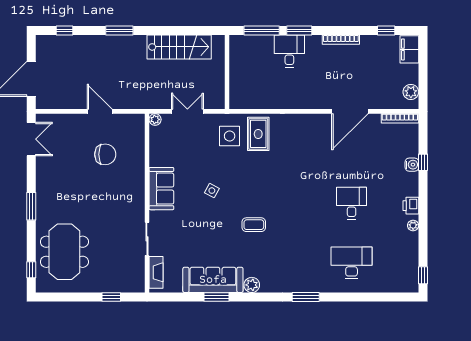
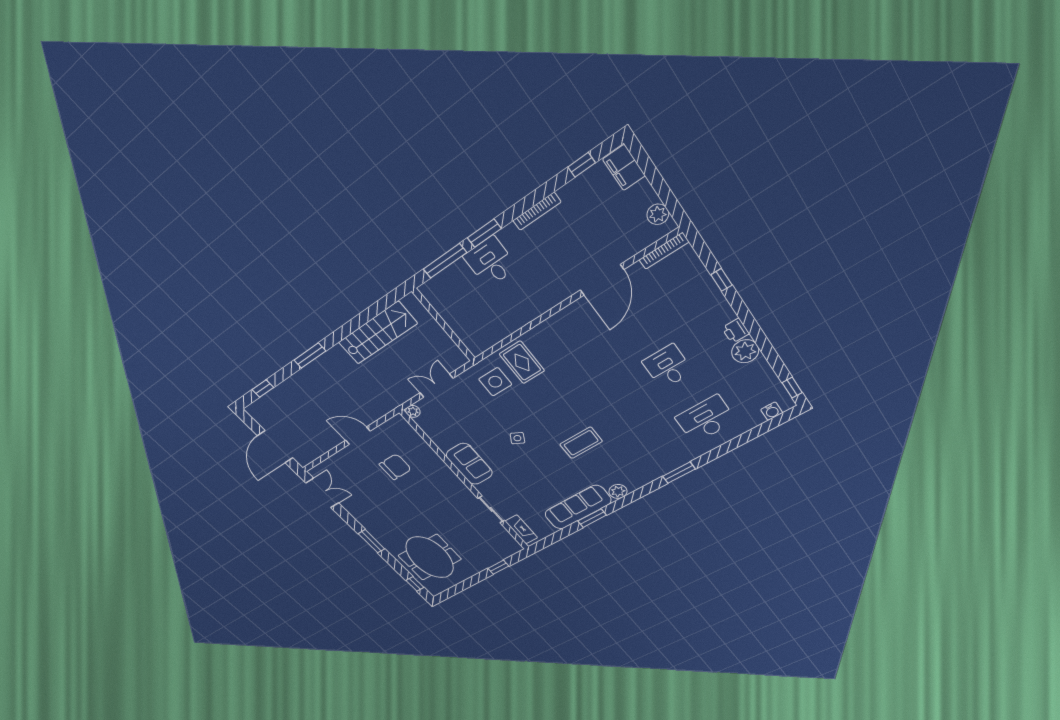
water cooler: (412, 165) -> (772, 411), moved, turned 90
coffee table: (254, 225) -> (581, 443), width x1.36, depth x1.30
plant: (413, 225) -> (745, 351), width x1.87, depth x1.87

